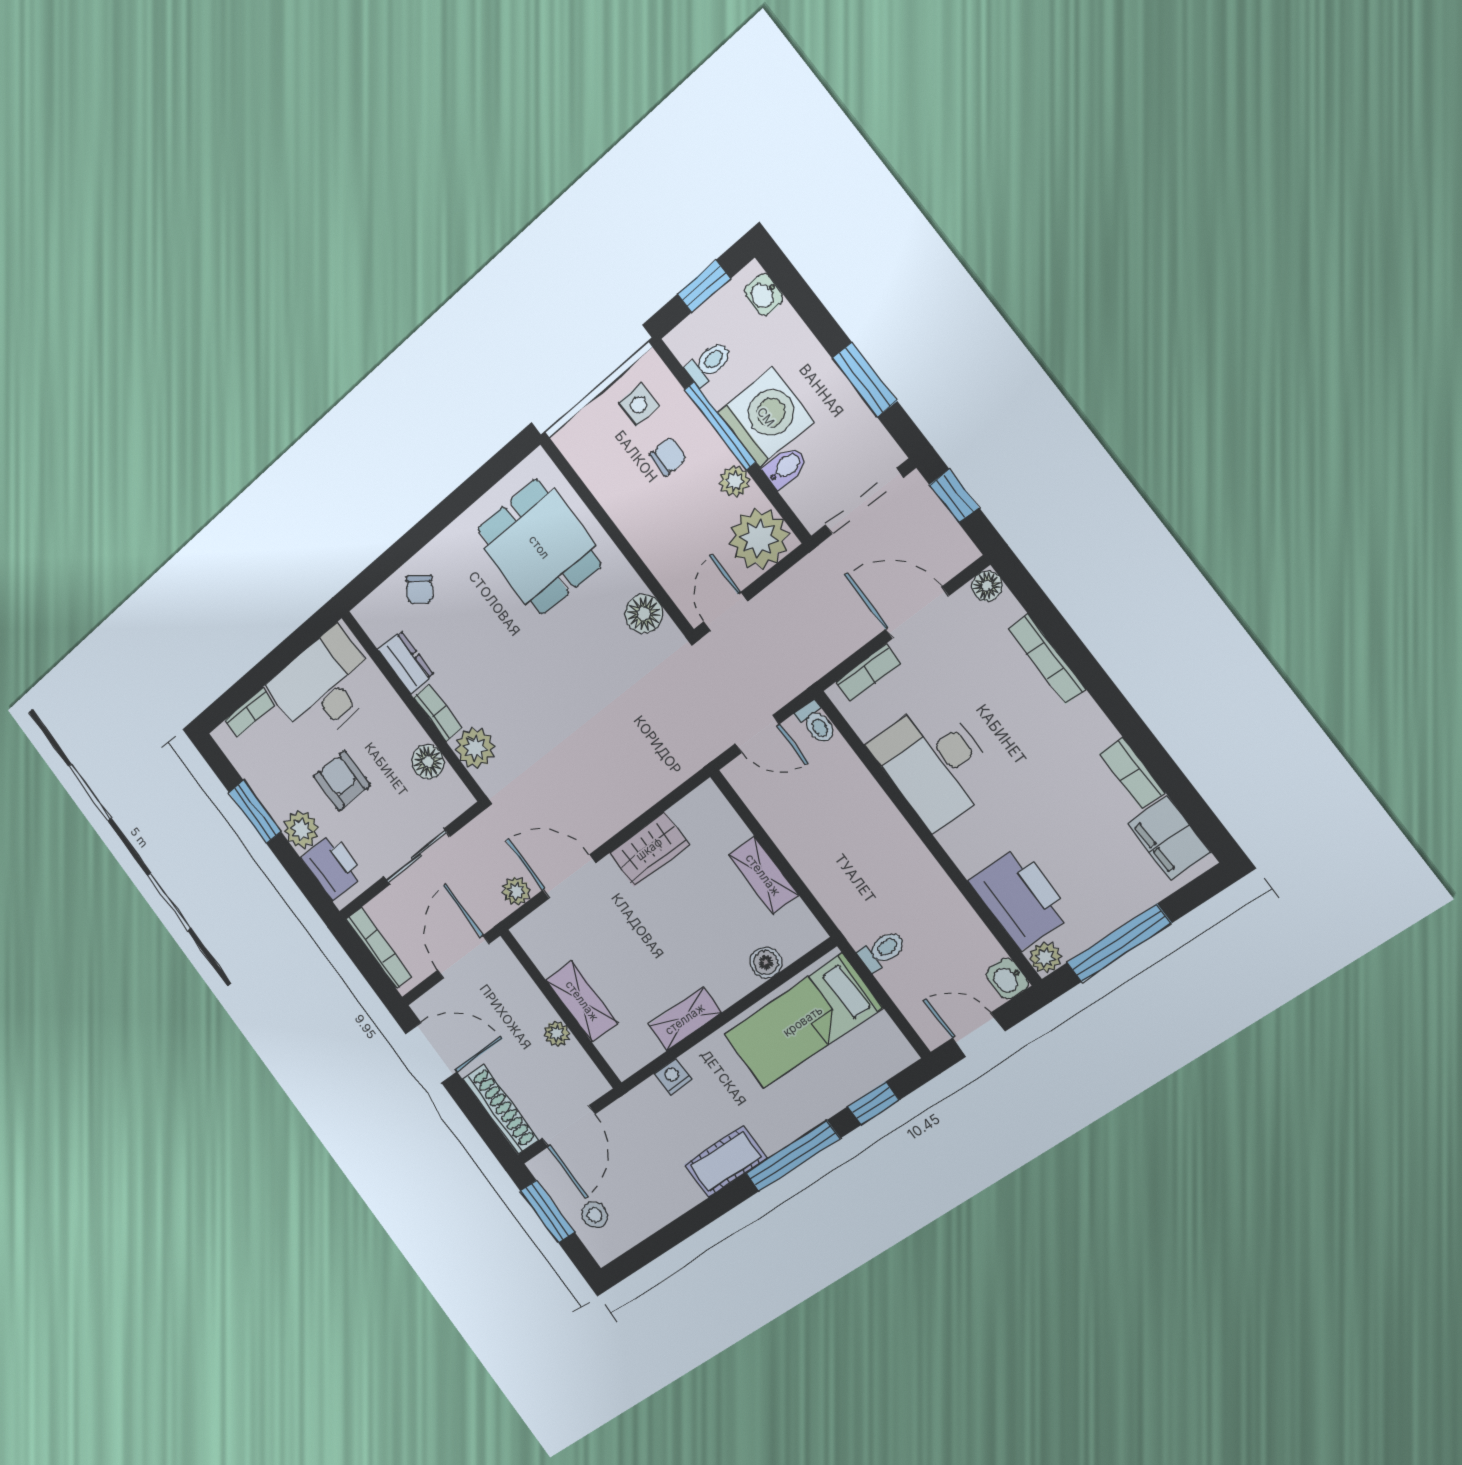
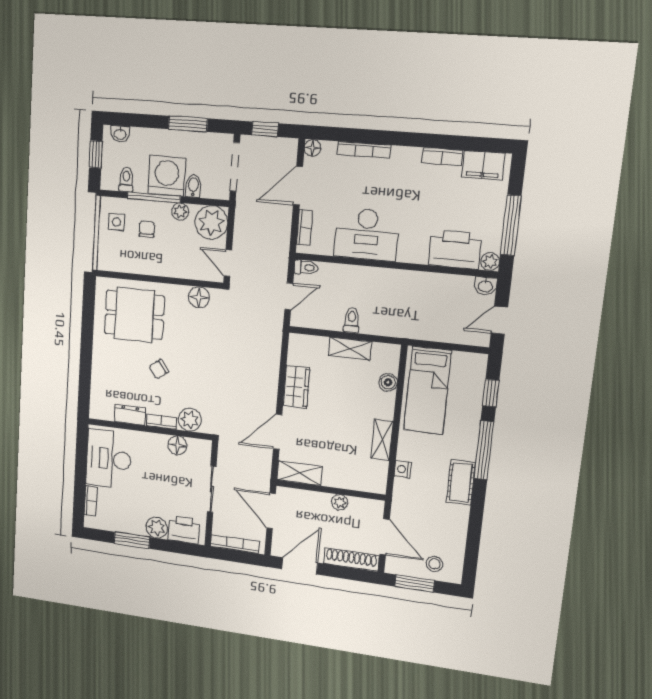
chair: (419, 589) -> (159, 369), moved, turned 106
armchair: (342, 781) -> (152, 490), removed
plant: (516, 891) -> (264, 461), removed
toilet: (882, 951) -> (352, 320), moved
shelving: (582, 1001) -> (299, 473), moved

